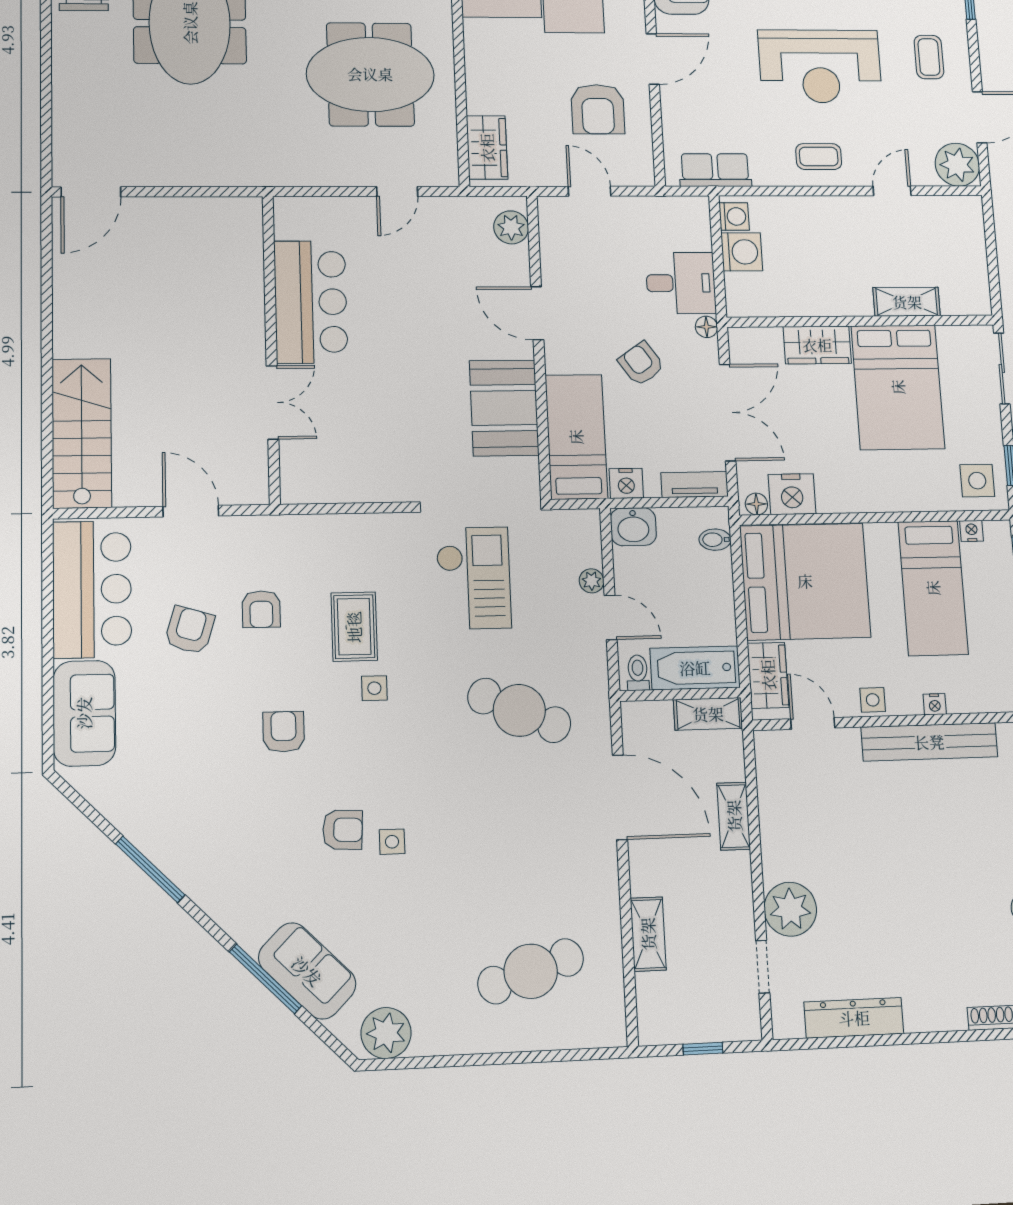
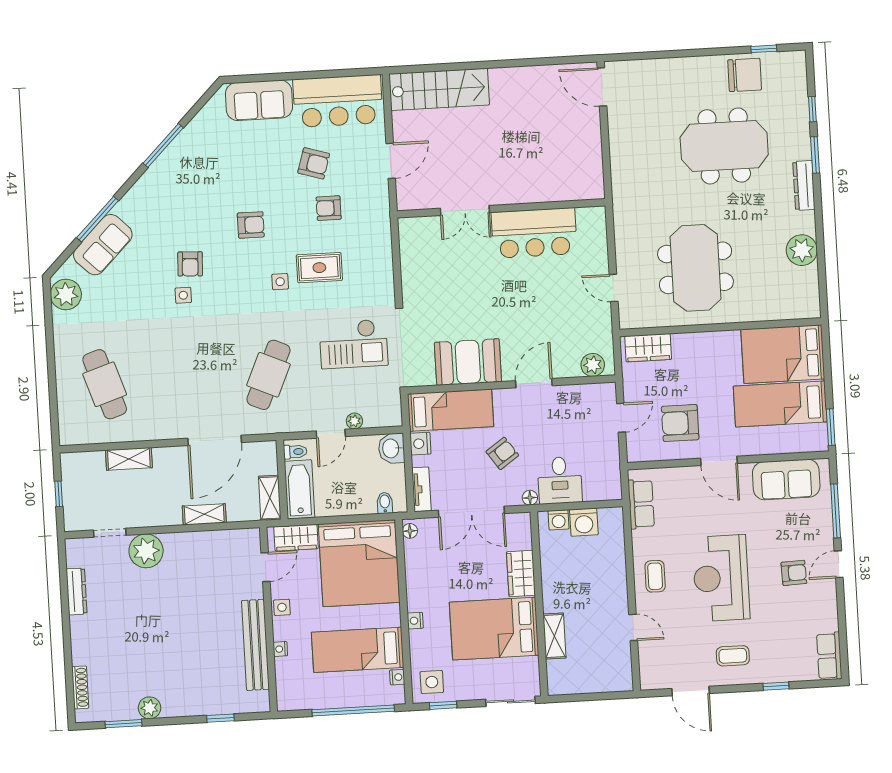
plant: (957, 165) -> (655, 674), removed
washing machine: (734, 216) -> (559, 520), moved
nightstand: (792, 494) -> (415, 621), moved, width x0.53, depth x0.56
dresser: (854, 1018) -> (77, 591), width x0.73, depth x0.80

